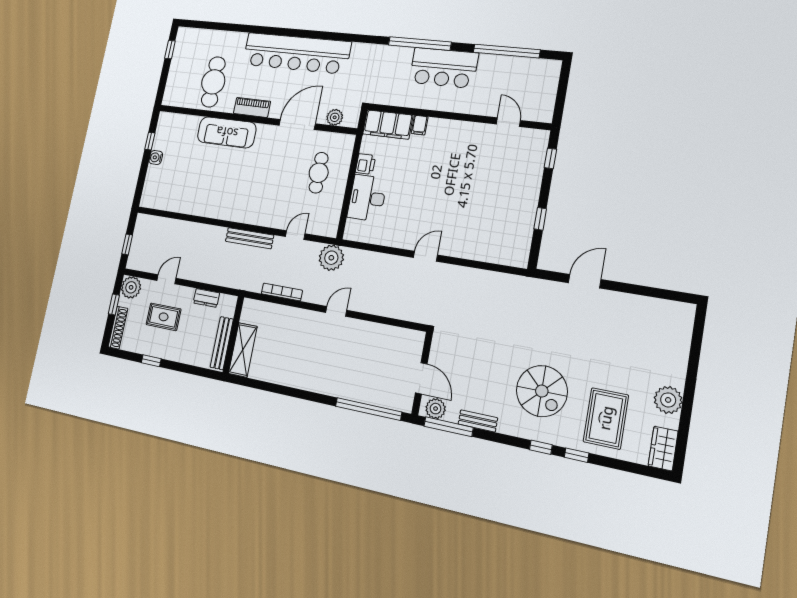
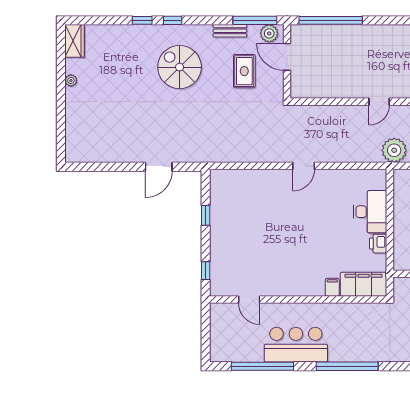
bar counter: (444, 68) -> (296, 345), moved
plant: (668, 400) -> (71, 80), width x0.53, depth x0.53
rug: (606, 418) -> (244, 71), moved, width x0.73, depth x0.70

